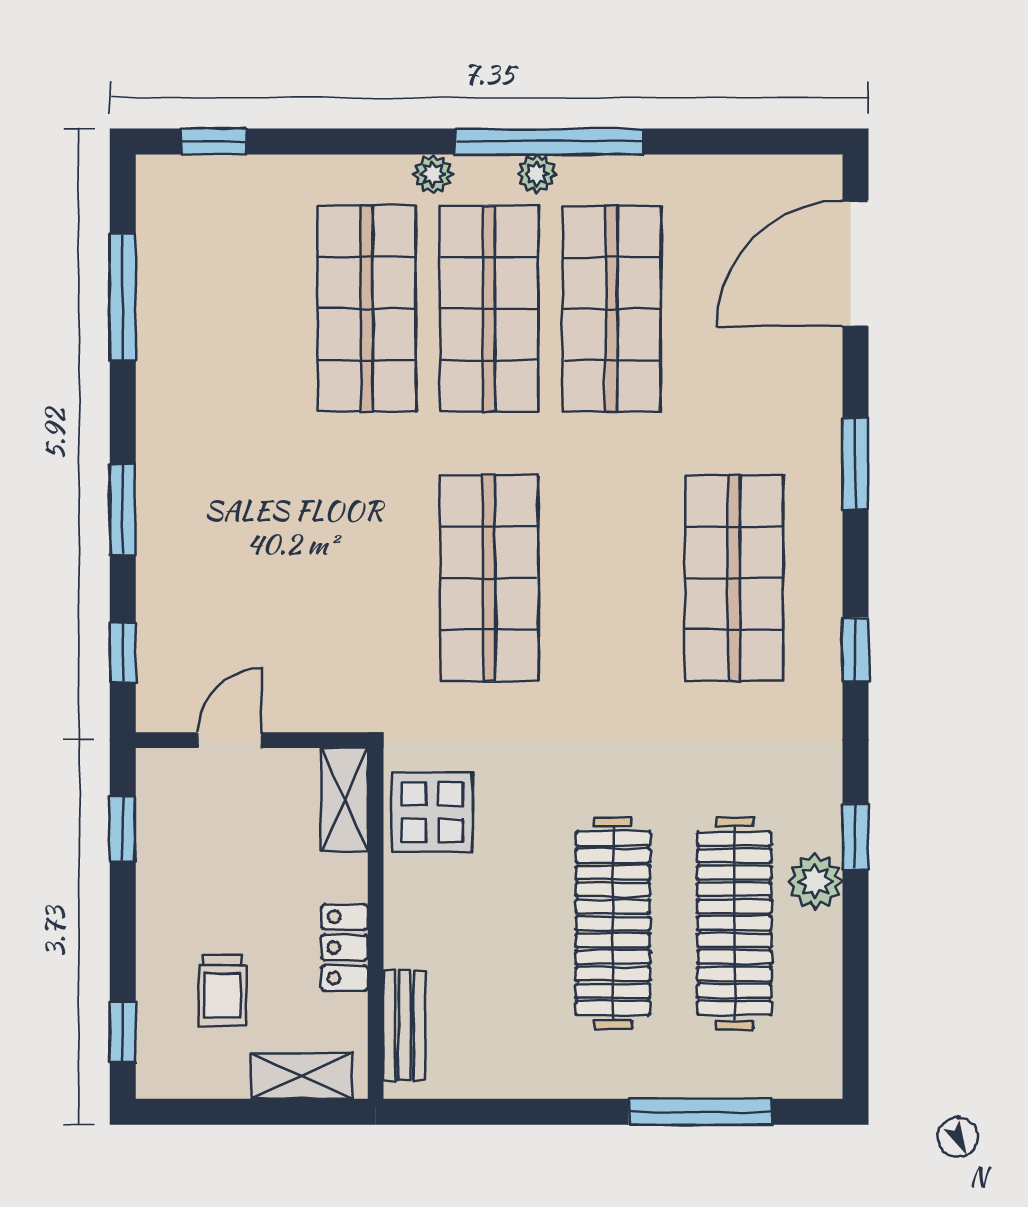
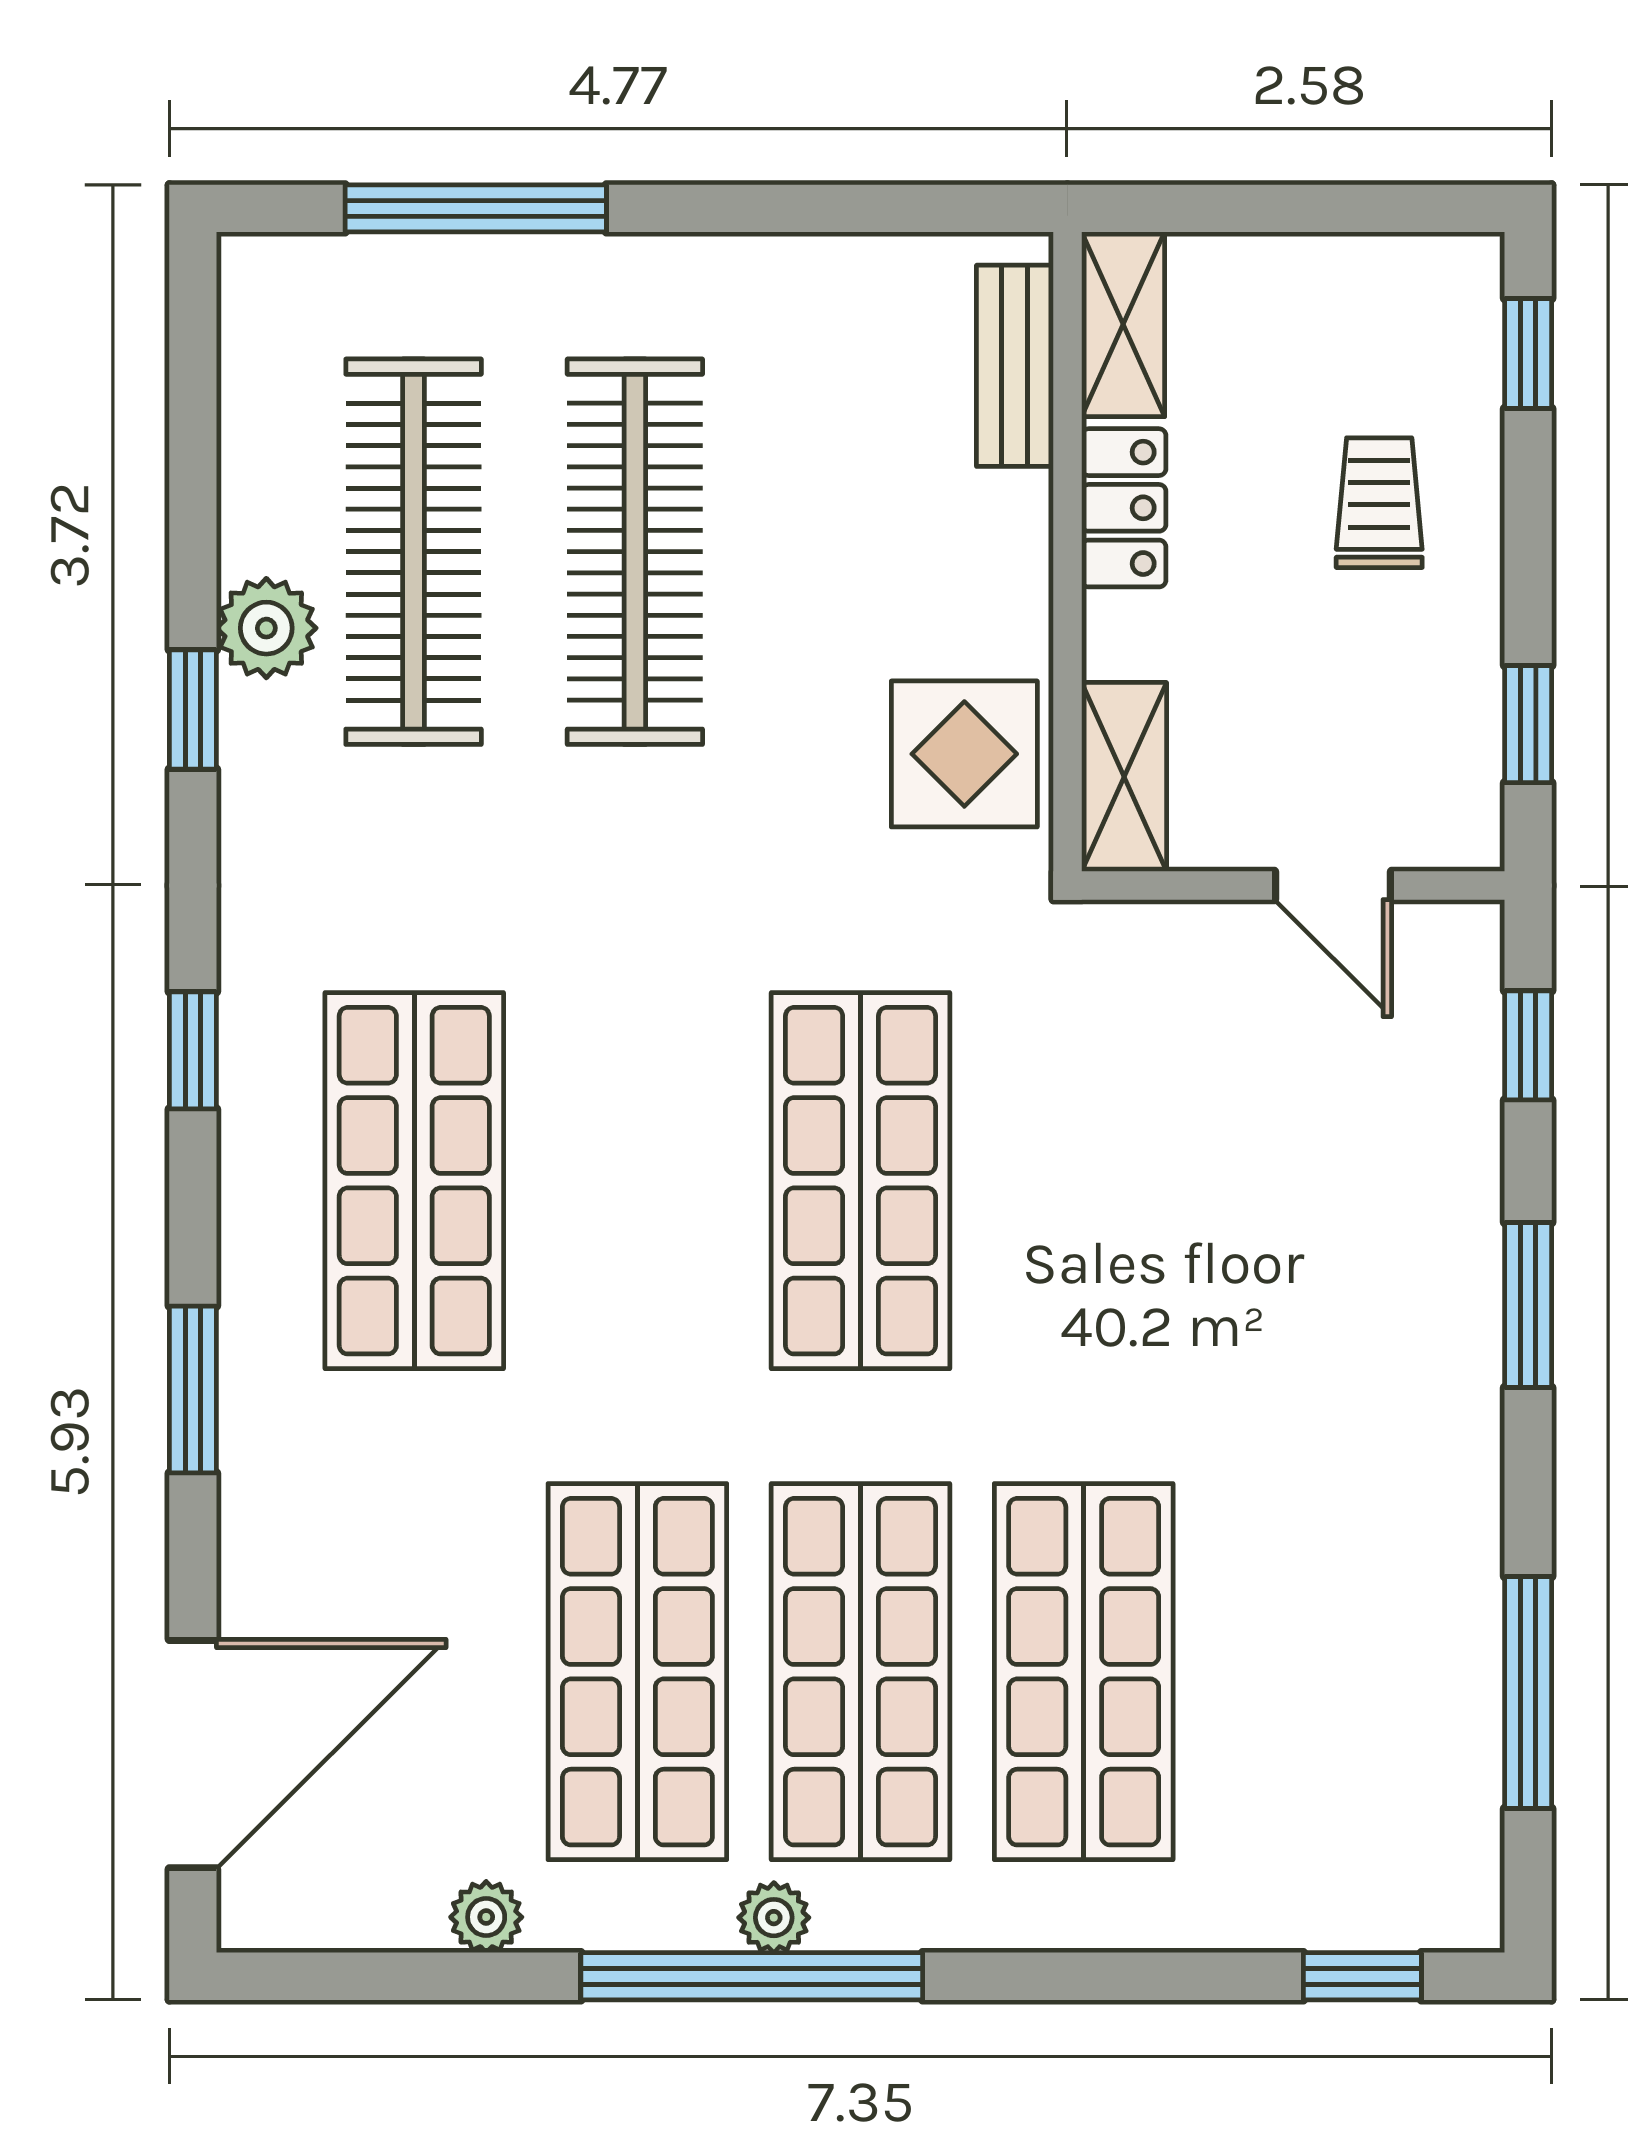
plant: (433, 174) -> (486, 1917), moved
door: (230, 740) -> (1333, 885), hinge flipped
trolley: (222, 990) -> (1379, 503), moved
shelving: (302, 1076) -> (1123, 324), moved, turned 90

